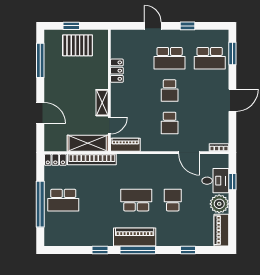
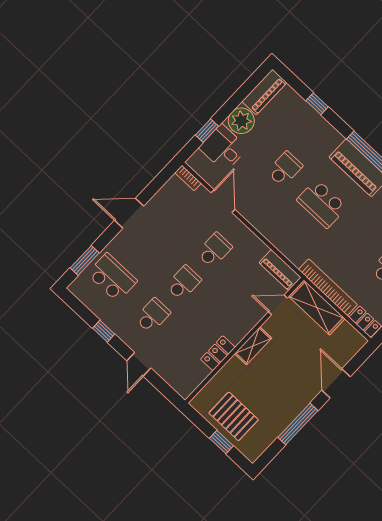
school desk: (170, 58) -> (153, 316), width x0.54
window: (40, 60) -> (298, 424), moved
shelving: (102, 103) -> (253, 346), moved
school desk: (173, 200) -> (285, 169), turned 180

